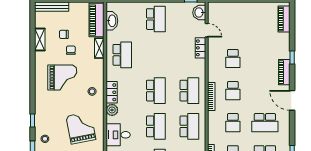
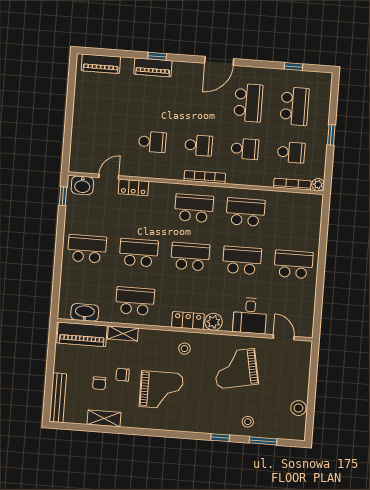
school desk: (156, 55) -> (139, 253), added
piano: (284, 72) -> (153, 67), moved
grand piano: (62, 78) -> (161, 390), turned 90

